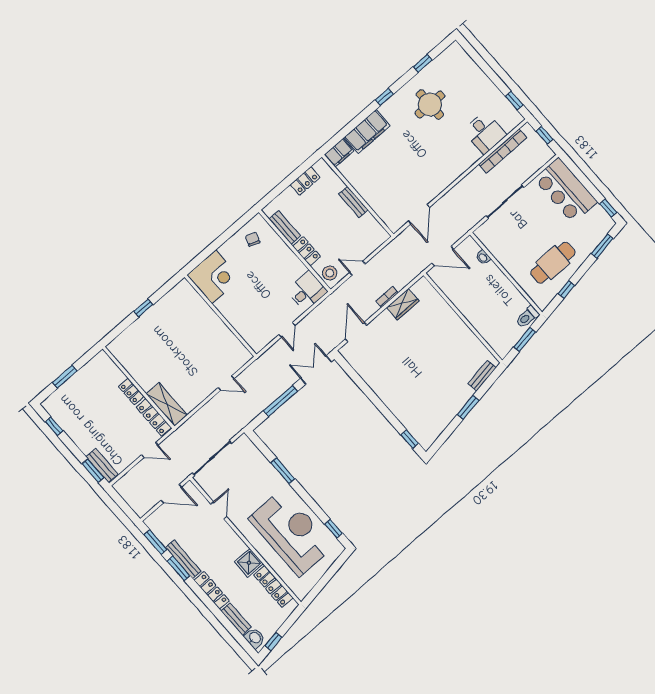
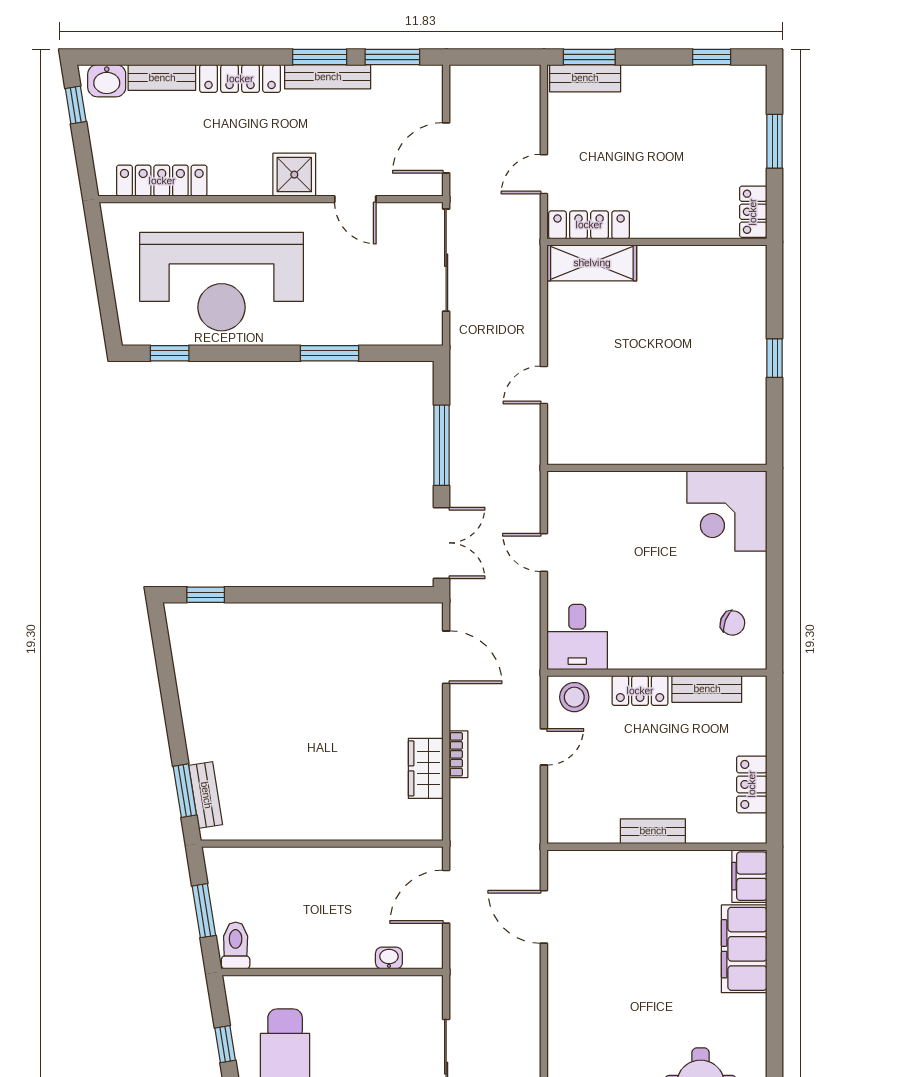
window: (384, 97) -> (775, 1023), removed
locker: (131, 391) -> (753, 212), moved, turned -90
window: (468, 407) -> (185, 791), moved
shower: (249, 563) -> (294, 175), moved

